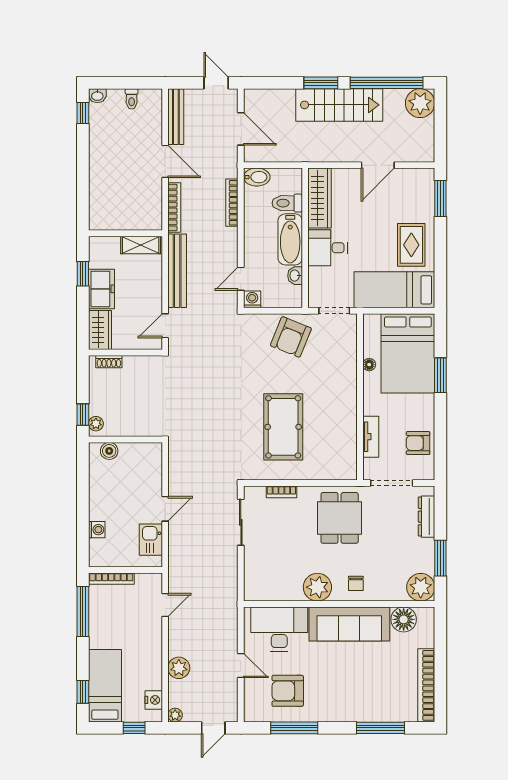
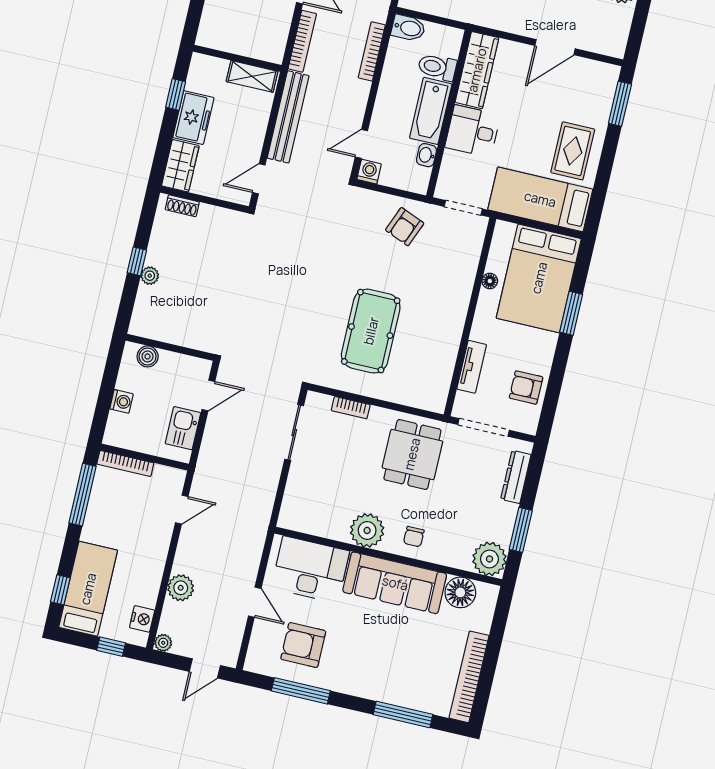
armchair: (291, 337) -> (405, 227), width x0.72, depth x0.72
wall: (125, 439) -> (170, 347), moved
boiler: (109, 451) -> (148, 356), moved

